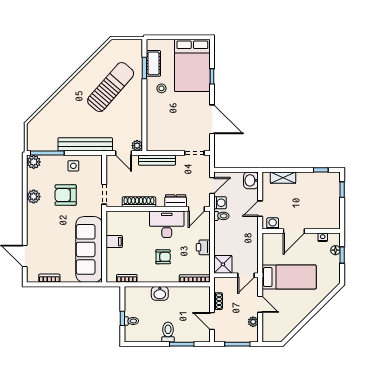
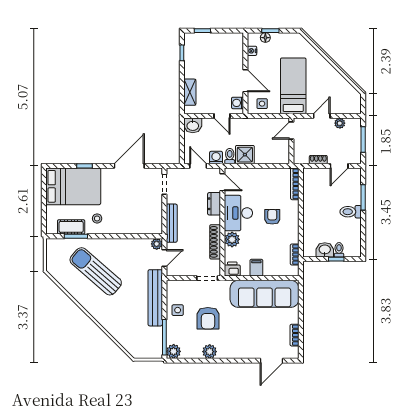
plant: (141, 218) -> (232, 239), added
printer: (203, 247) -> (232, 269), moved, turned 180
side table: (272, 247) -> (262, 104), added
shower: (223, 264) -> (245, 155), moved
door: (246, 275) -> (291, 131), swing flipped
washbasin: (160, 293) -> (325, 250), moved, turned -90

